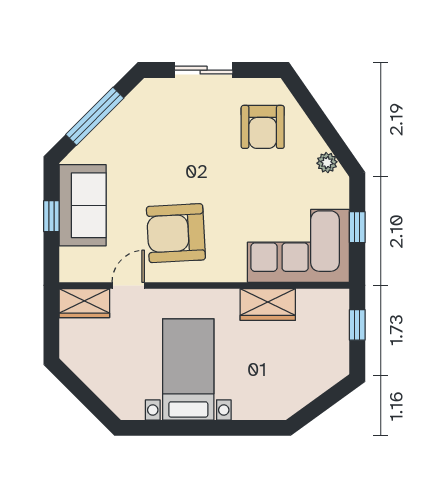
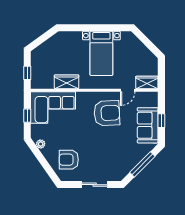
armchair: (263, 127) -> (69, 160), turned -90

